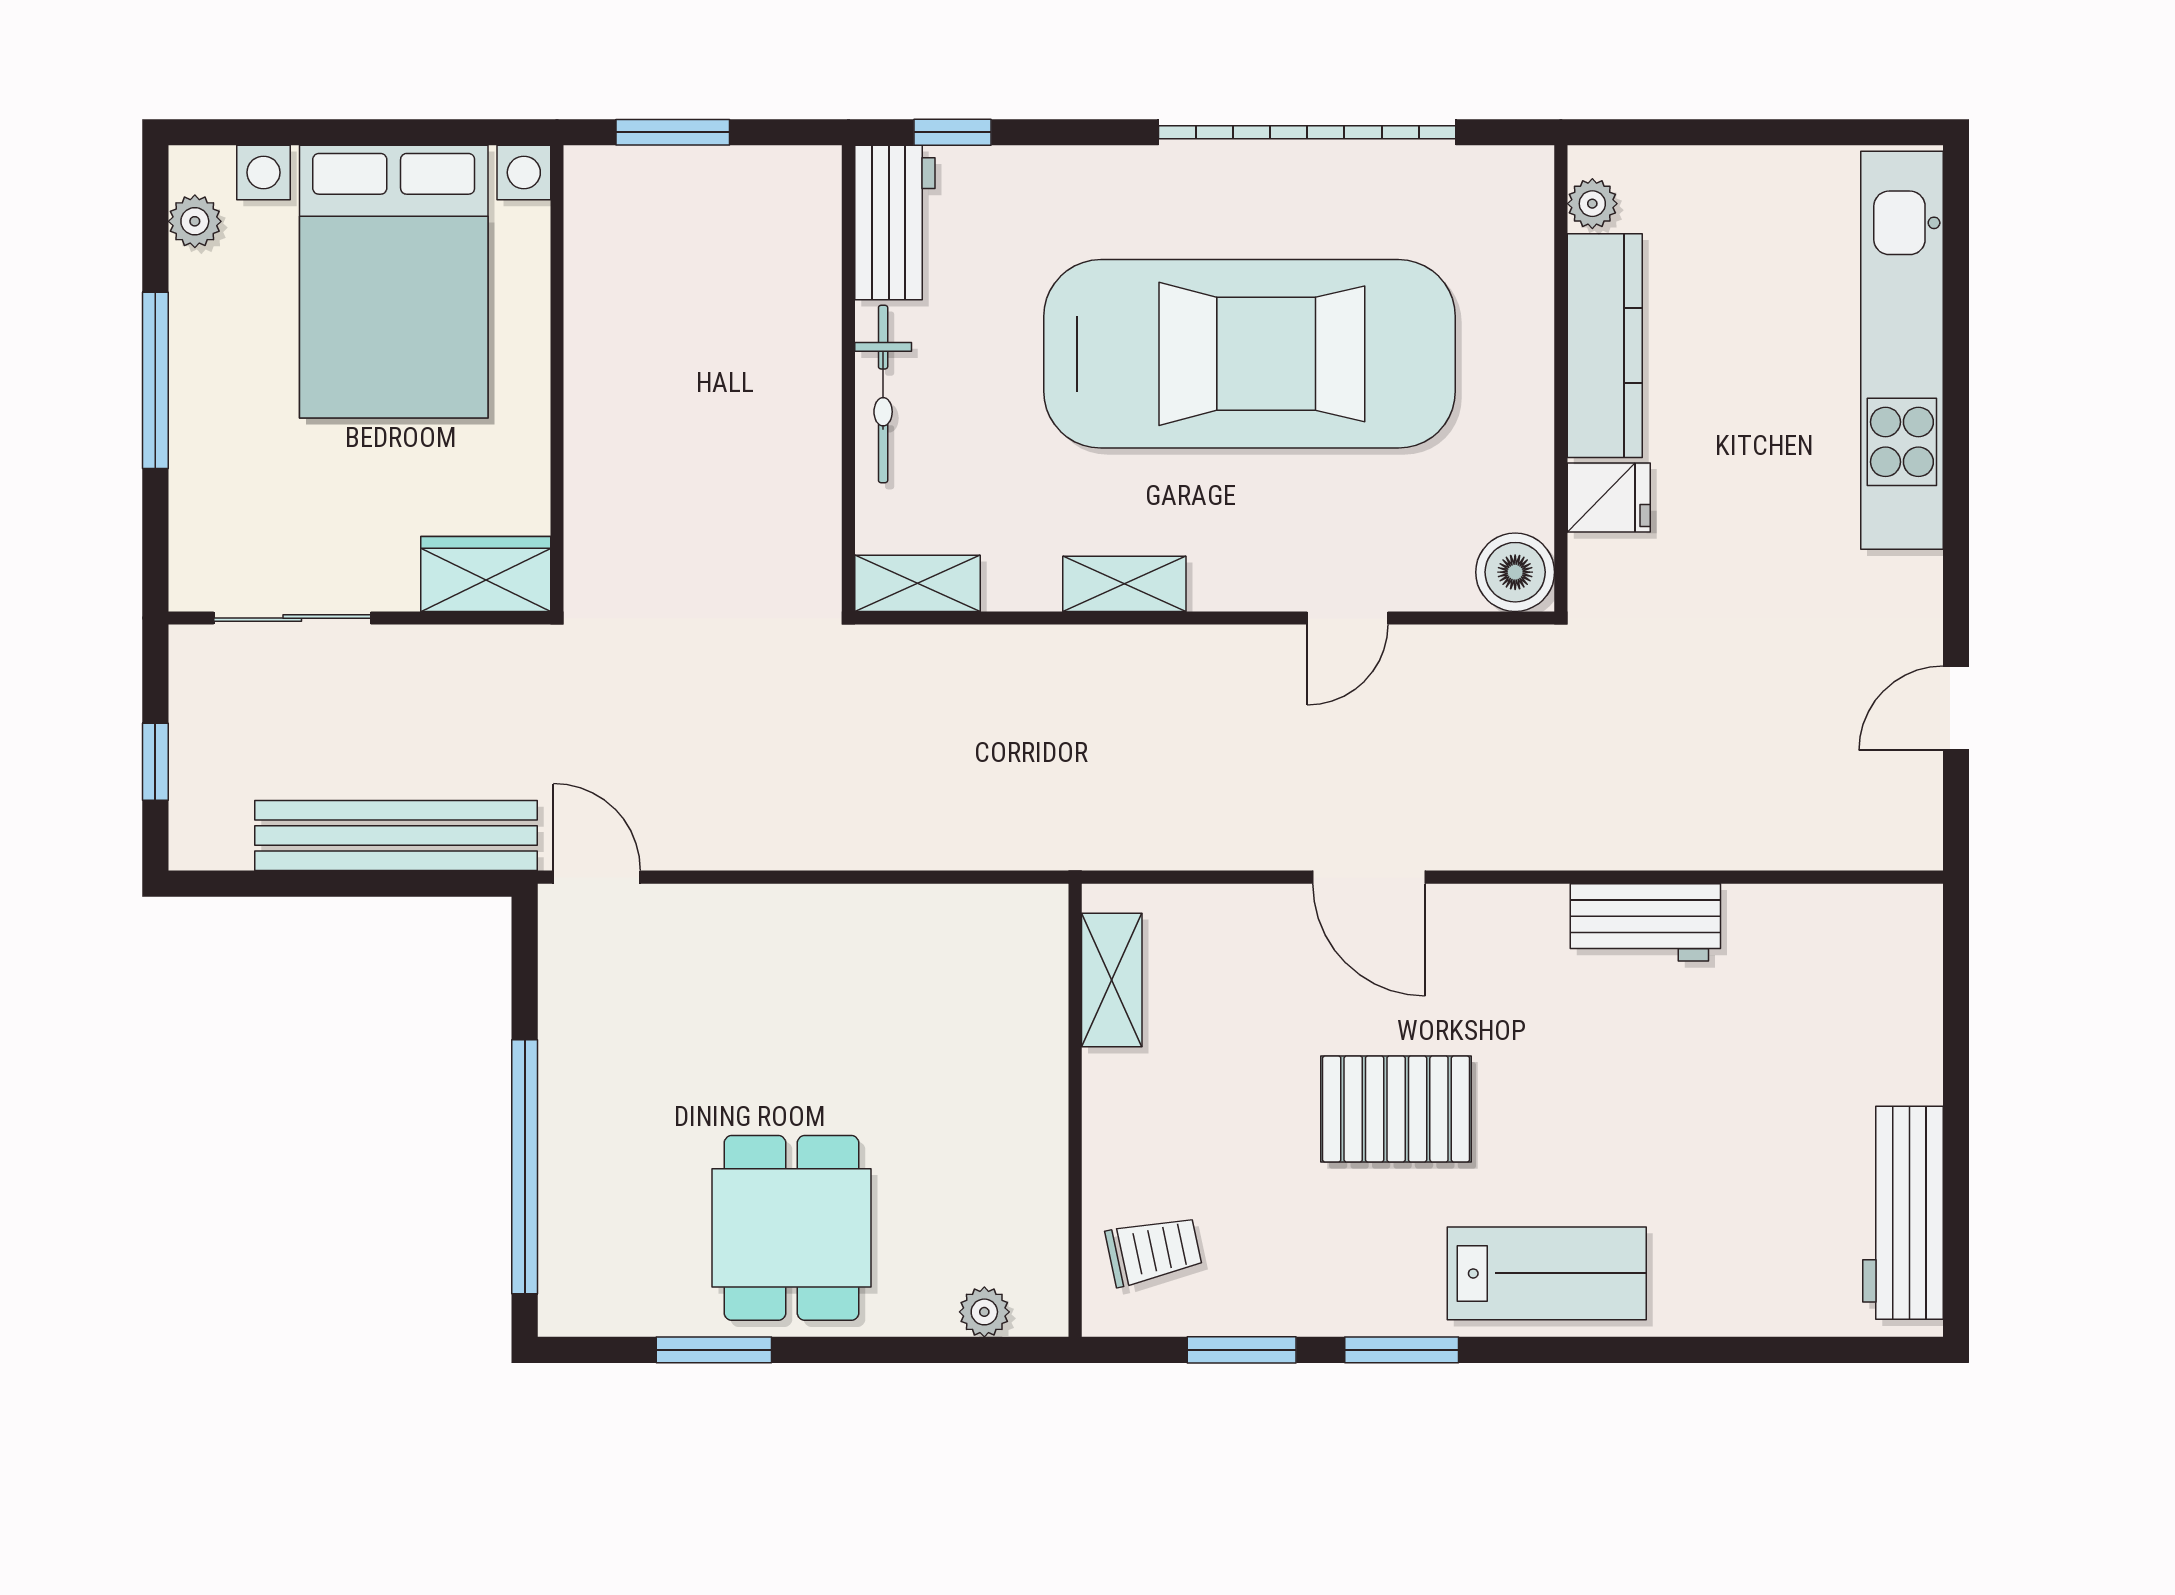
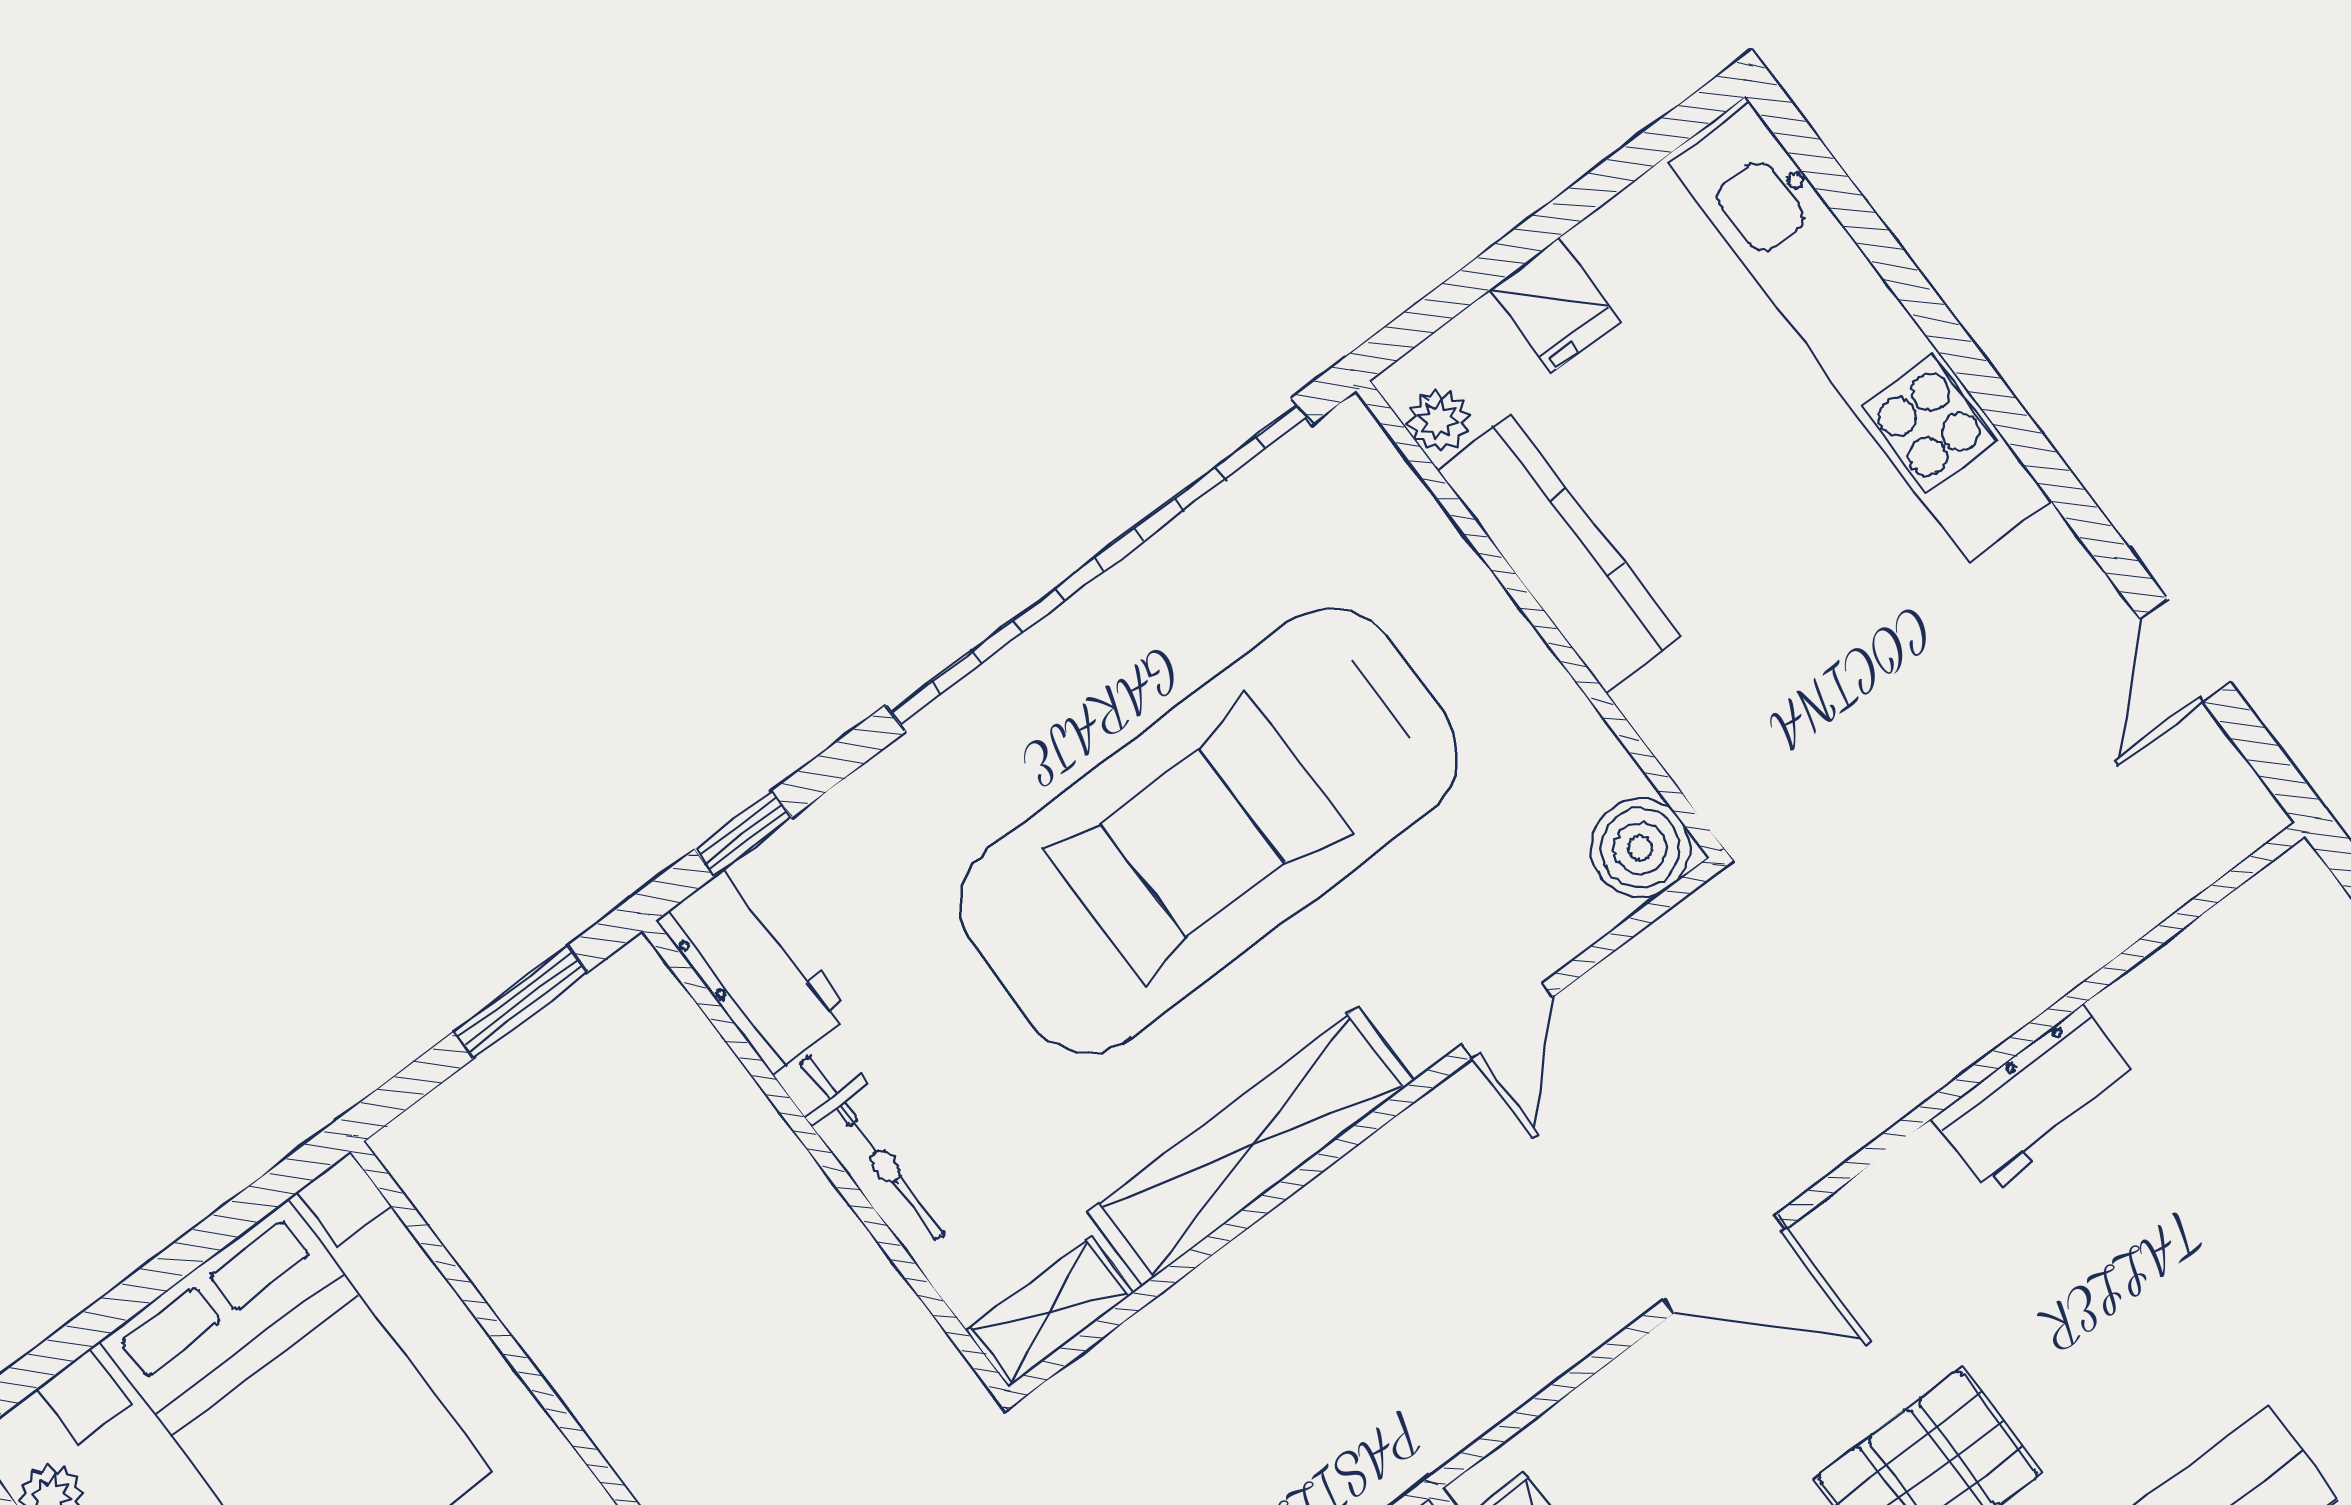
window: (673, 132) -> (521, 1002), moved
garage door: (1307, 132) -> (1099, 565), width x1.36
car: (1250, 354) -> (1209, 830), turned 180
fridge: (1609, 497) -> (1554, 306), moved, turned 90
shelving: (1124, 584) -> (1251, 1147), width x2.20, depth x1.33

